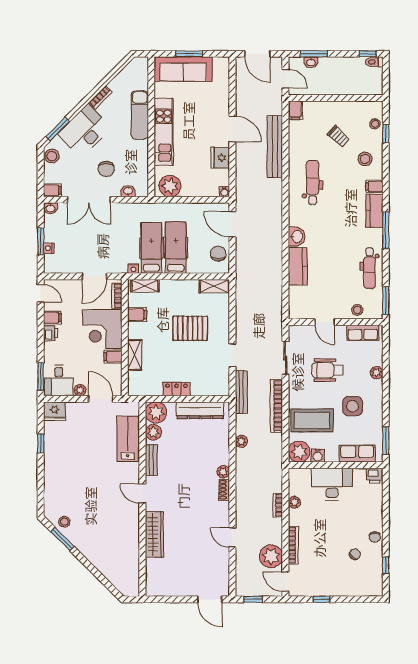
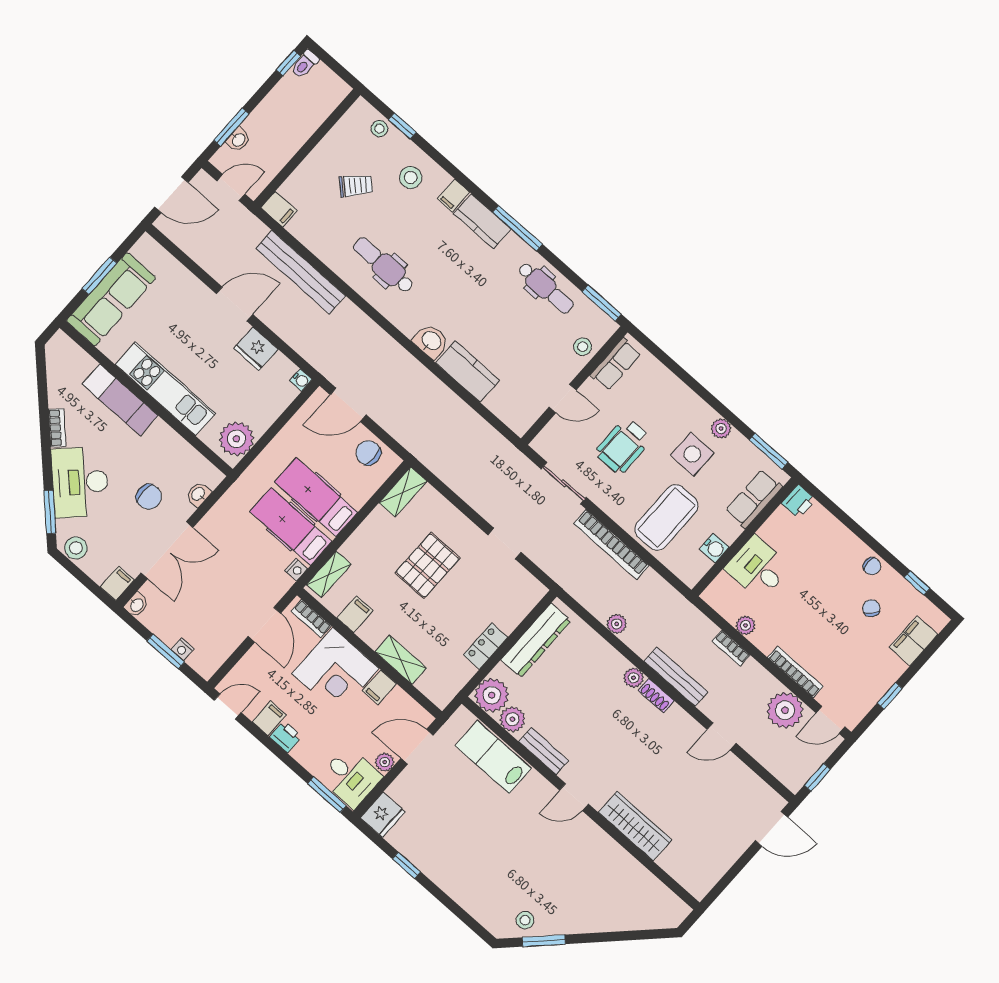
plant: (377, 373) -> (721, 429), moved
bench: (241, 392) -> (676, 677), moved
plant: (299, 452) -> (690, 566), removed
desk: (332, 484) -> (758, 568), width x0.73
filing cabinet: (357, 588) -> (913, 641), added

